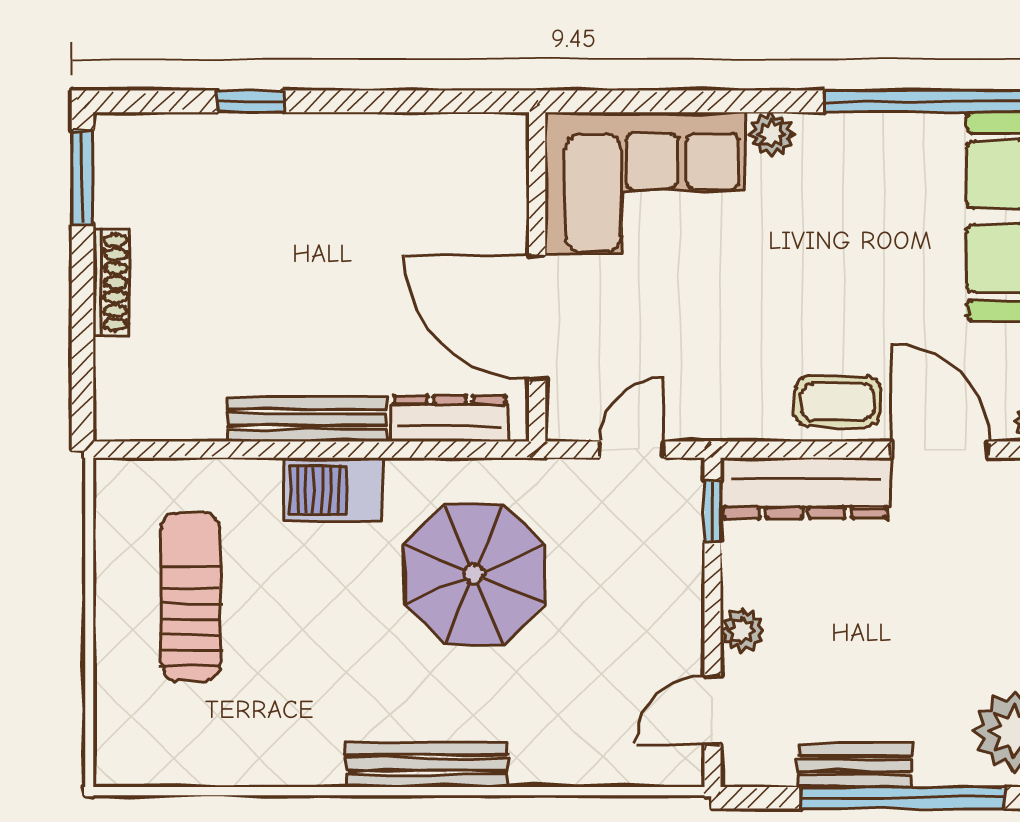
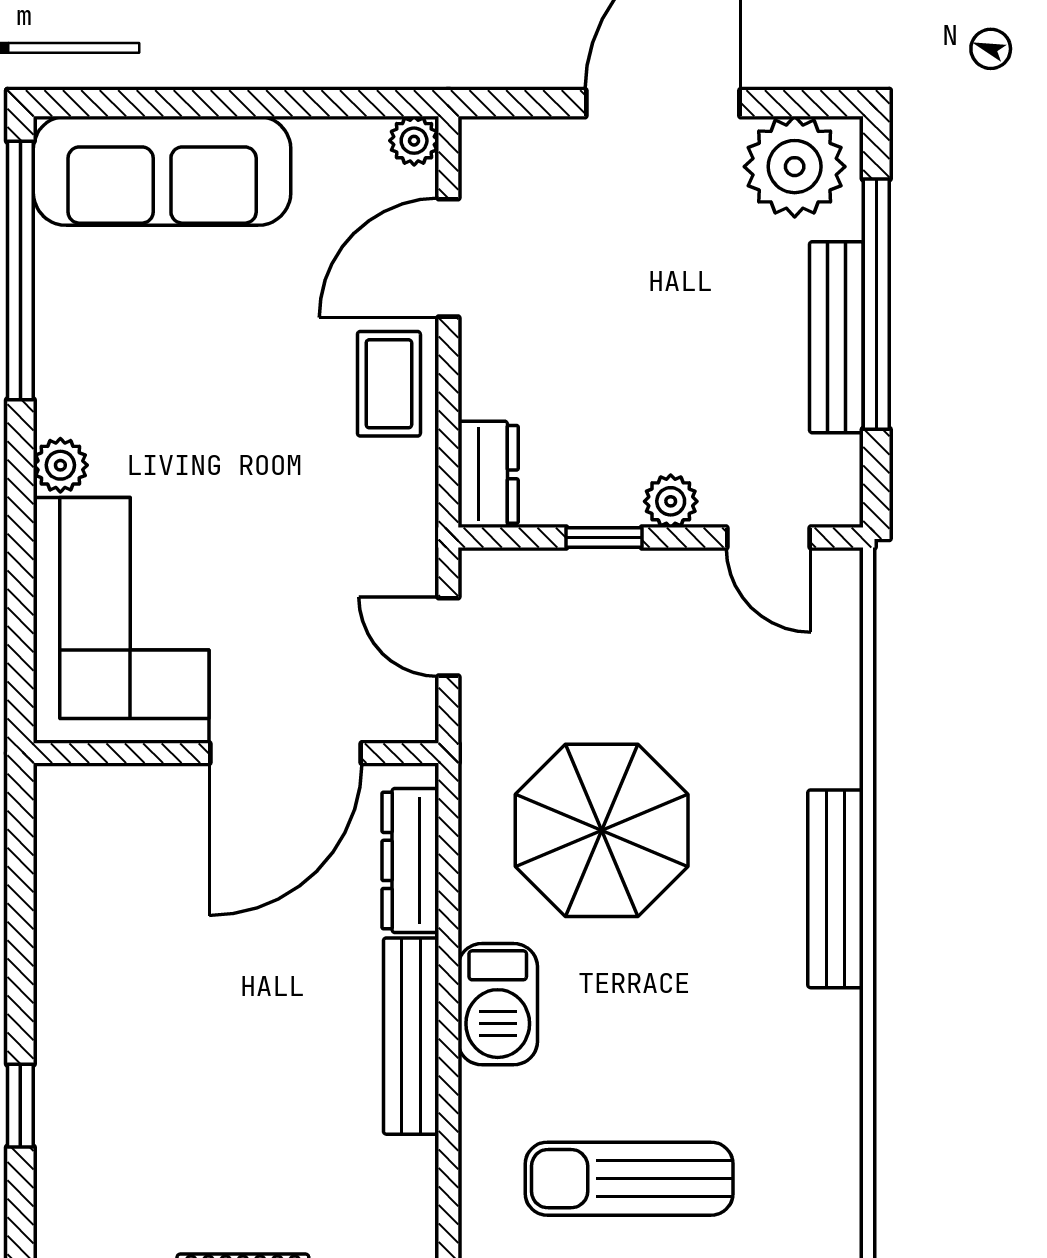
dresser: (806, 488) -> (488, 474), width x0.51, depth x0.80
window: (712, 511) -> (604, 538), moved
bench: (855, 765) -> (836, 337), width x1.36

